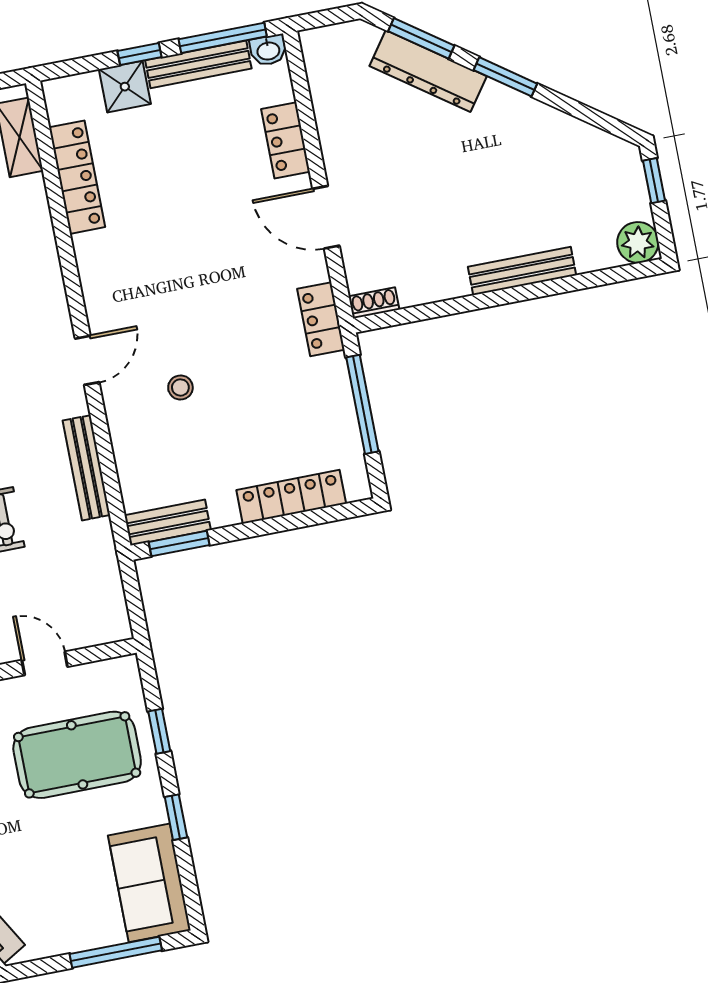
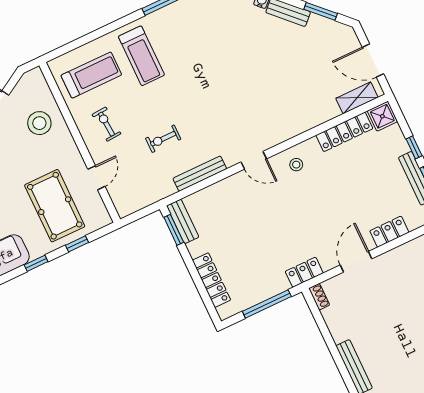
shower: (125, 87) -> (382, 116), moved
stool: (180, 387) -> (296, 165), moved

